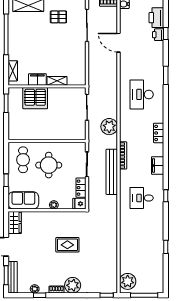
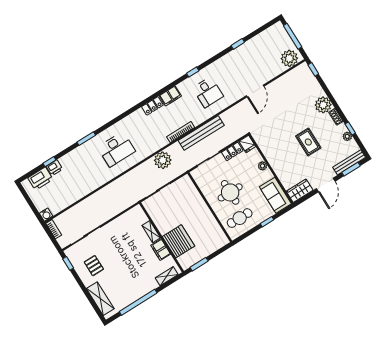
door: (118, 43) -> (255, 91), moved
locker: (159, 133) -> (152, 106), moved
rug: (67, 245) -> (308, 142), moved

